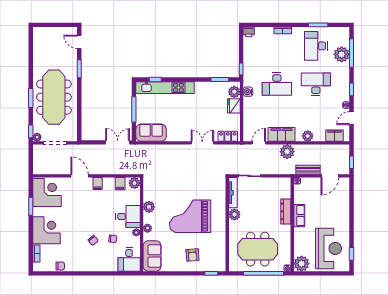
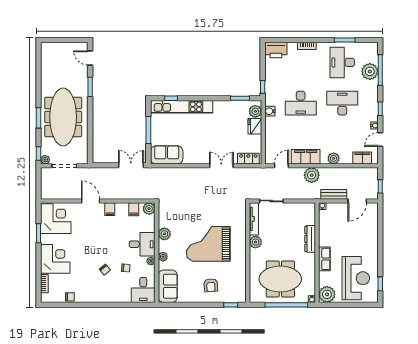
printer: (249, 32) -> (276, 50), width x1.87, depth x1.48
row of seats: (299, 216) -> (324, 259), moved

